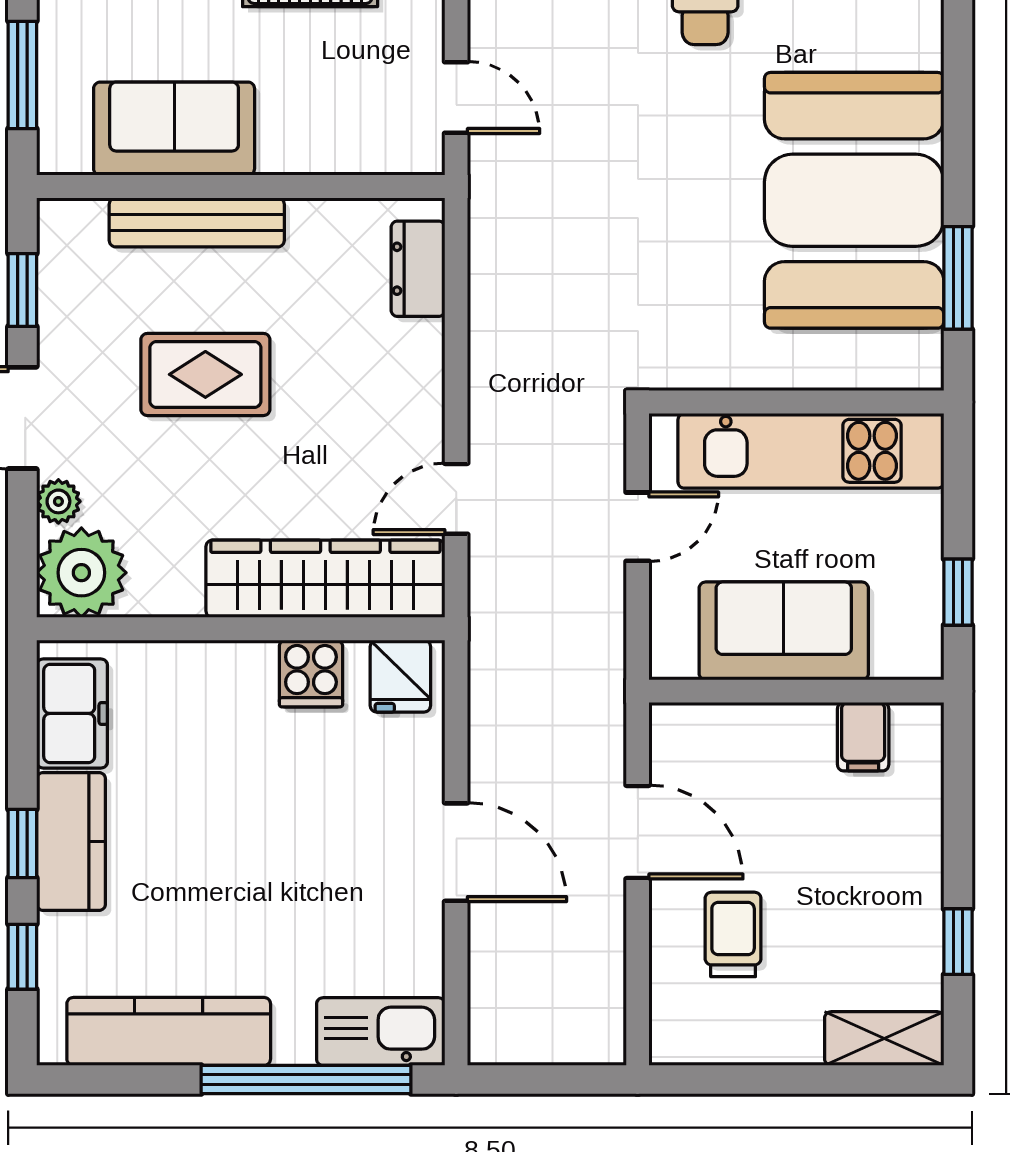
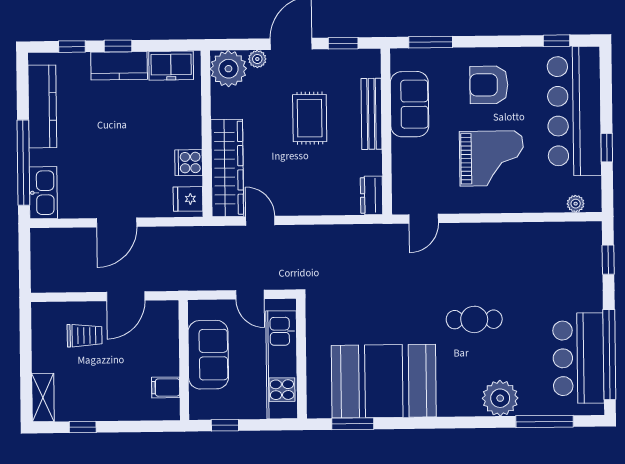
dresser: (418, 269) -> (372, 195), moved, turned -90

